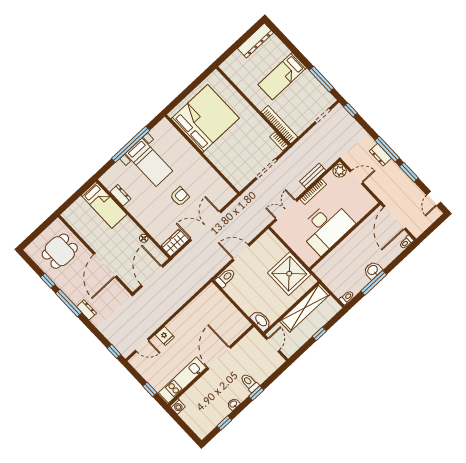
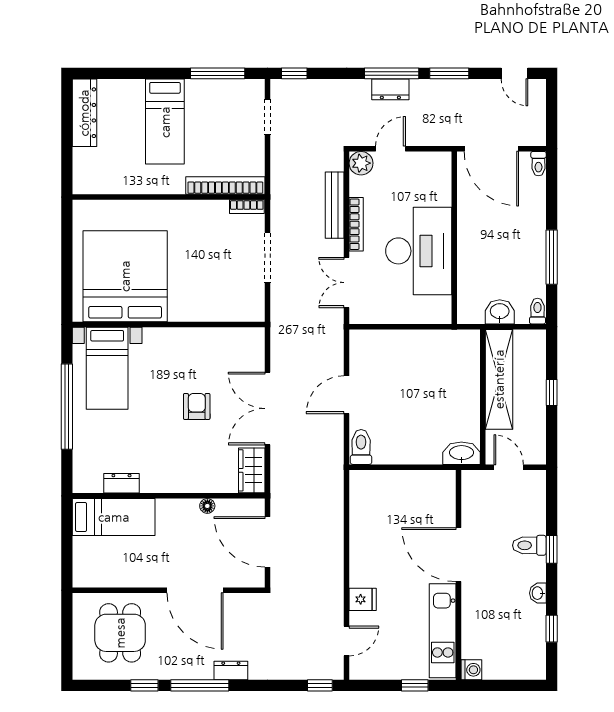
bed with nightstands: (149, 162) -> (107, 368), moved, turned 90
bench: (313, 176) -> (335, 205), width x1.36
washbasin: (373, 270) -> (500, 312), moved, turned 90
shower: (289, 274) -> (435, 357), removed

